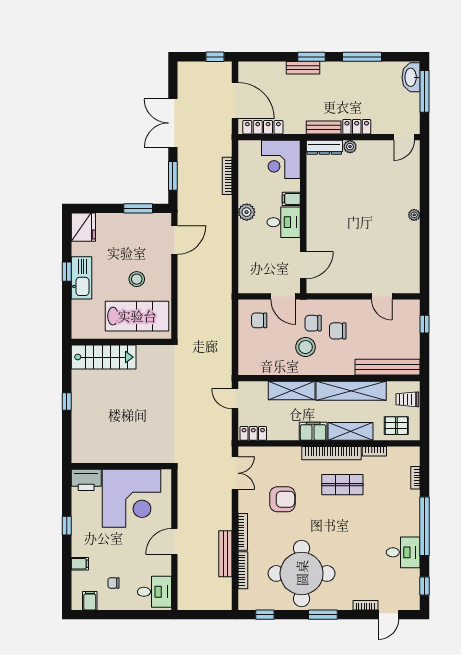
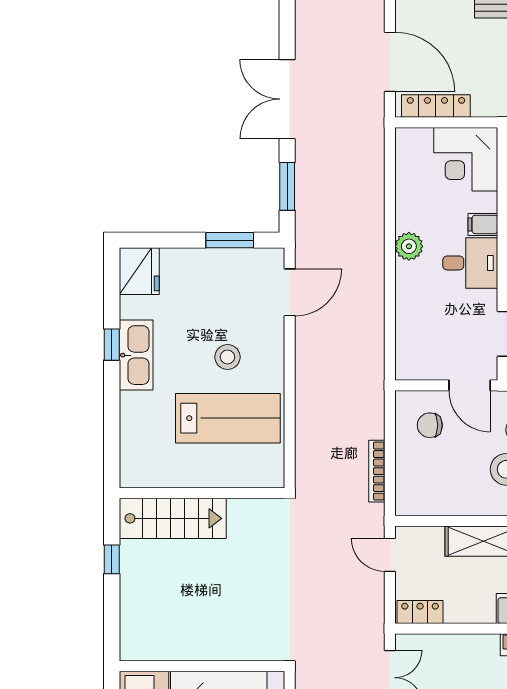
bookcase: (227, 176) -> (377, 471), moved
wall: (121, 342) -> (202, 493), moved
stairs: (104, 357) -> (173, 518), moved

